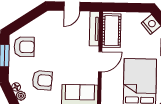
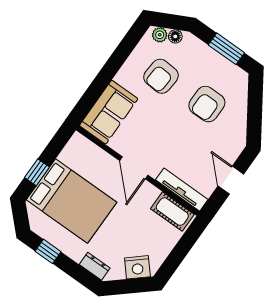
cot: (112, 31) -> (172, 212), width x0.73, depth x0.75
armchair: (24, 47) -> (207, 104), moved

